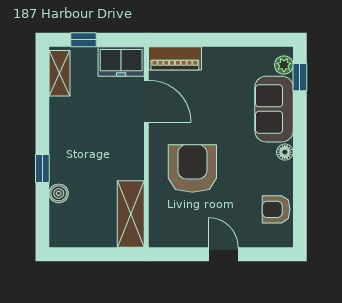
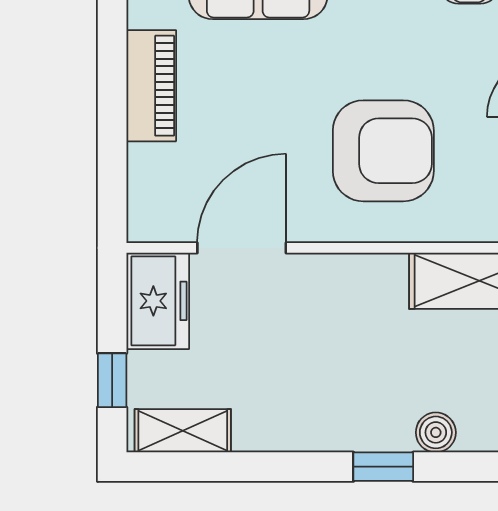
piano: (175, 58) -> (151, 86), moved
armchair: (192, 168) -> (383, 151), turned 180

